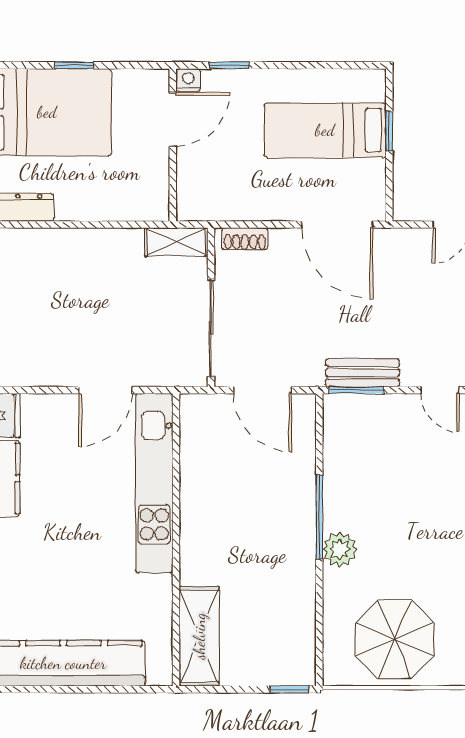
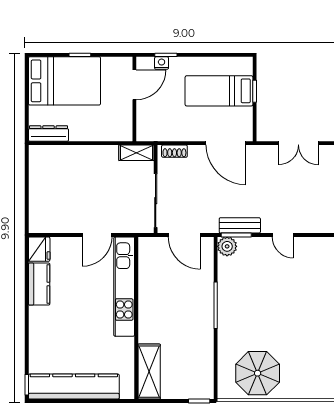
nightstand: (188, 80) -> (162, 63), moved
plant: (340, 549) -> (227, 246), moved

